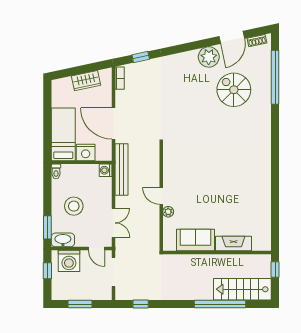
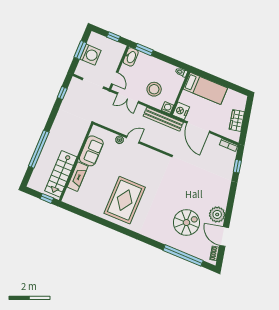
door: (113, 124) -> (198, 127), swing flipped
nightstand: (86, 152) -> (181, 111), moved
rug: (238, 175) -> (125, 200), added
stool: (74, 206) -> (154, 89), moved
door: (96, 249) -> (115, 78), swing flipped
washing machine: (69, 261) -> (90, 55), moved, turned 180
stairs: (242, 289) -> (61, 174), moved, turned 180

